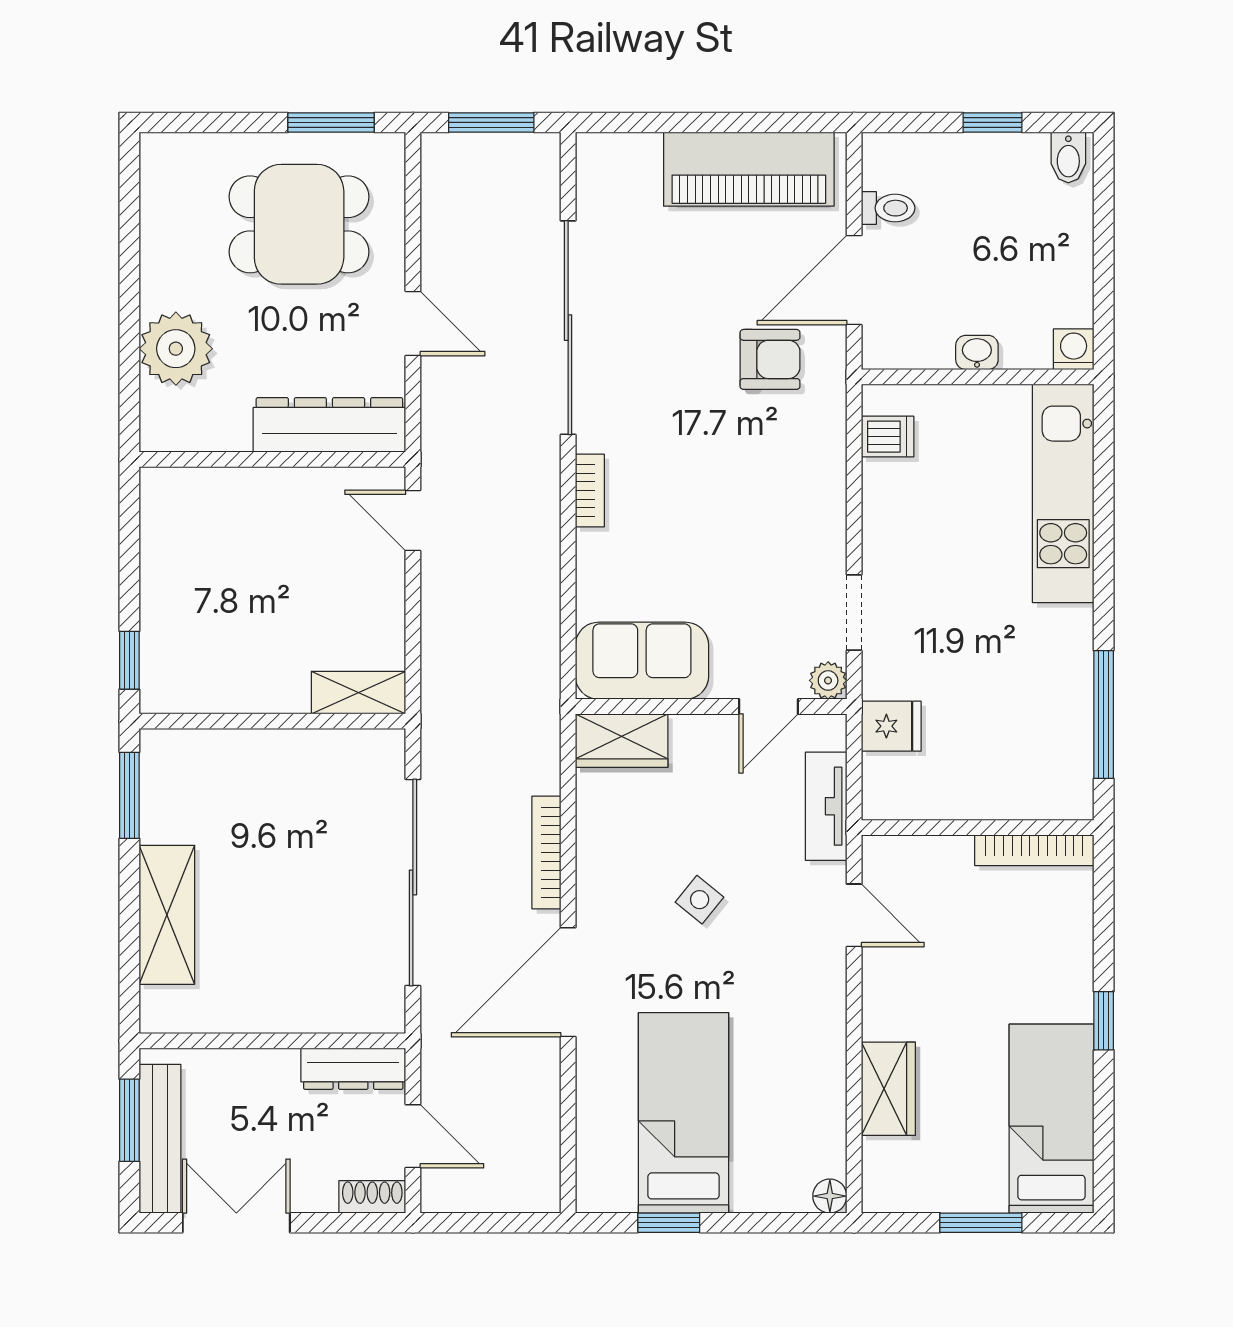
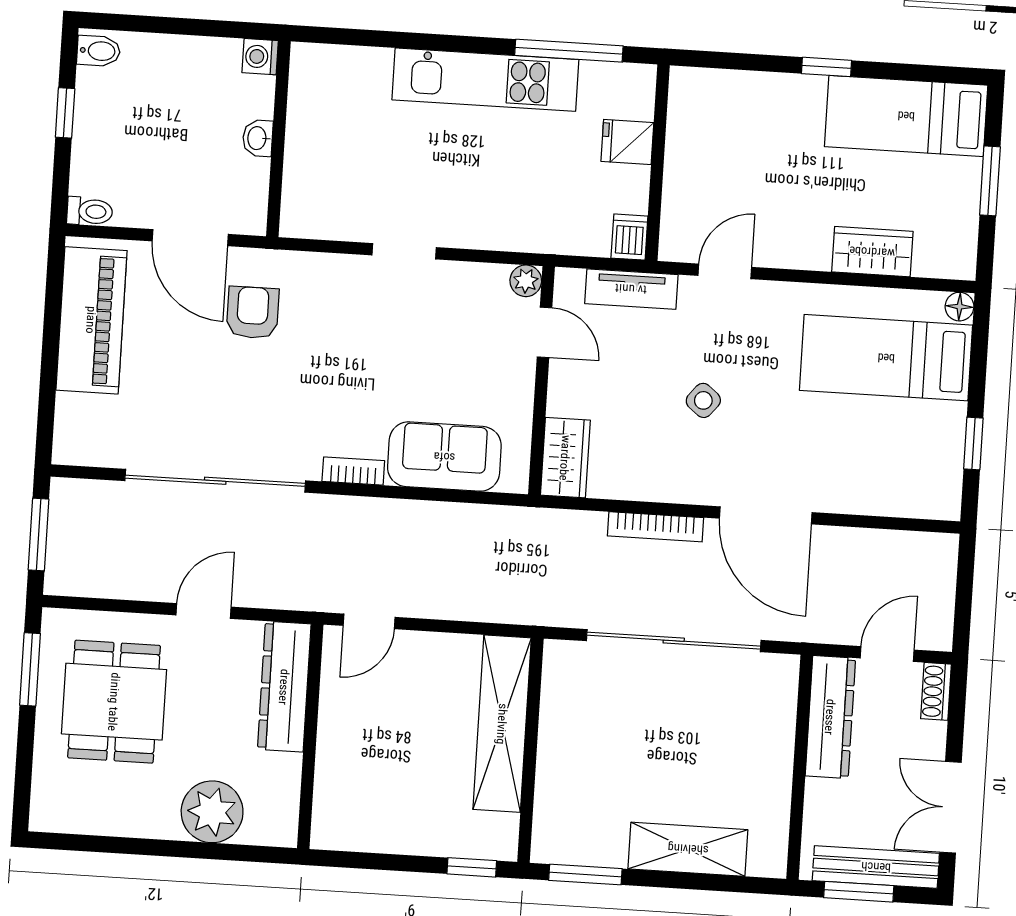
toilet: (888, 208) -> (90, 211), moved, turned 90
dishwasher: (888, 437) -> (629, 237), moved
kitchen unit: (1063, 493) -> (485, 80), moved
doorway: (854, 612) -> (404, 251), moved
sofa: (642, 661) -> (444, 457), moved, turned 90
shelving: (359, 693) -> (502, 724), width x2.20, depth x1.33
fridge: (891, 726) -> (627, 142), moved, turned -90
bookcase: (1034, 850) -> (679, 116), removed
dresser: (353, 1069) -> (830, 717), width x1.37, depth x1.24
bed: (684, 1113) -> (886, 358), moved

